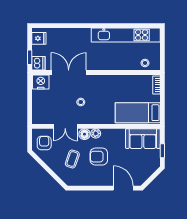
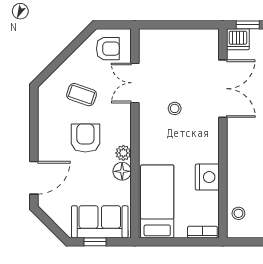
nightstand: (41, 82) -> (207, 177), moved
plant: (96, 133) -> (123, 153), moved
floor lamp: (84, 134) -> (122, 171), moved
sofa: (143, 139) -> (100, 222), moved, turned 90

